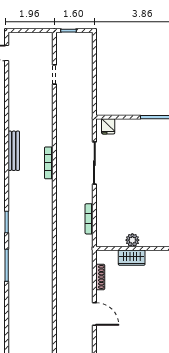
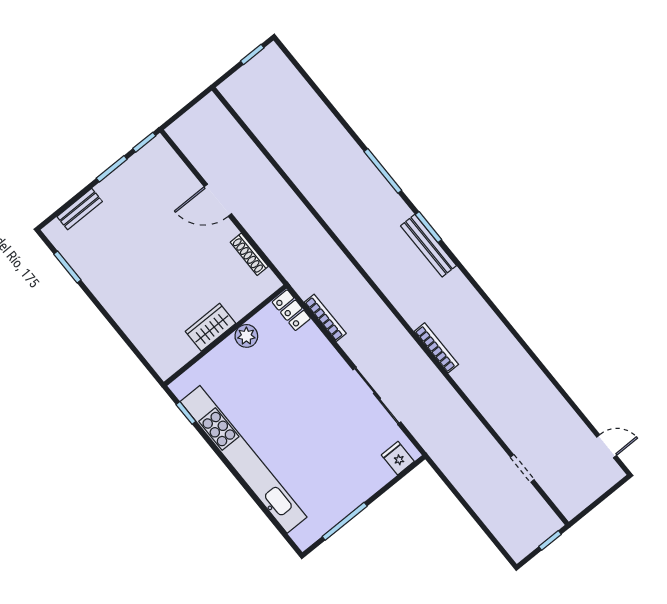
bench: (14, 151) -> (428, 246), moved
locker: (102, 235) -> (291, 310), added
wardrobe: (132, 258) -> (211, 327), moved

